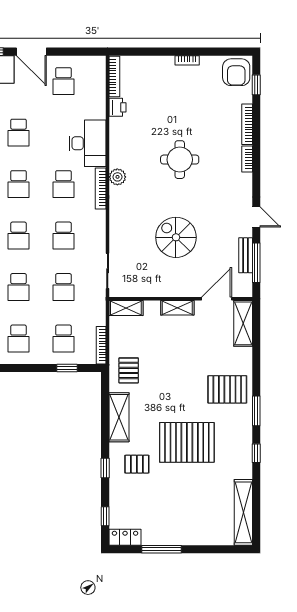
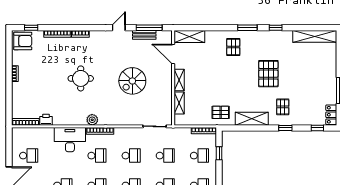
shelving: (126, 308) -> (179, 103), moved
pallet: (227, 389) -> (233, 47), width x0.67, depth x0.71
pallet: (187, 442) -> (268, 74), width x0.73, depth x0.71

